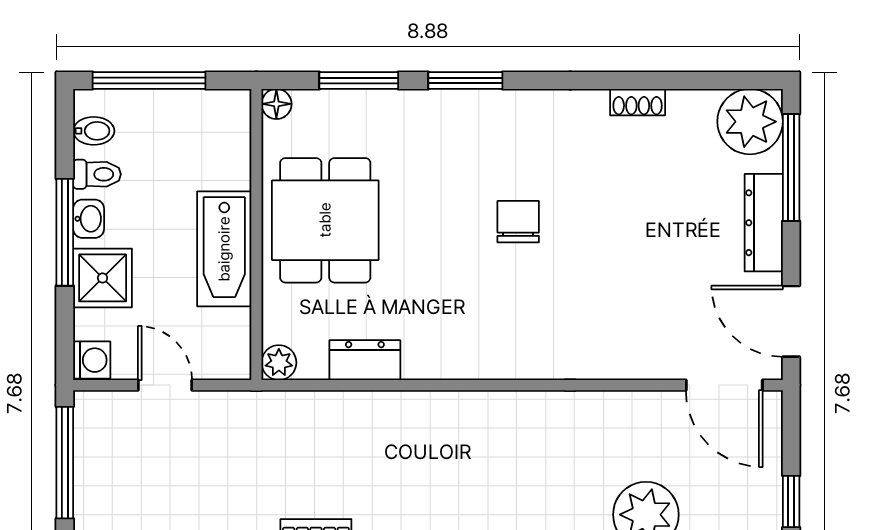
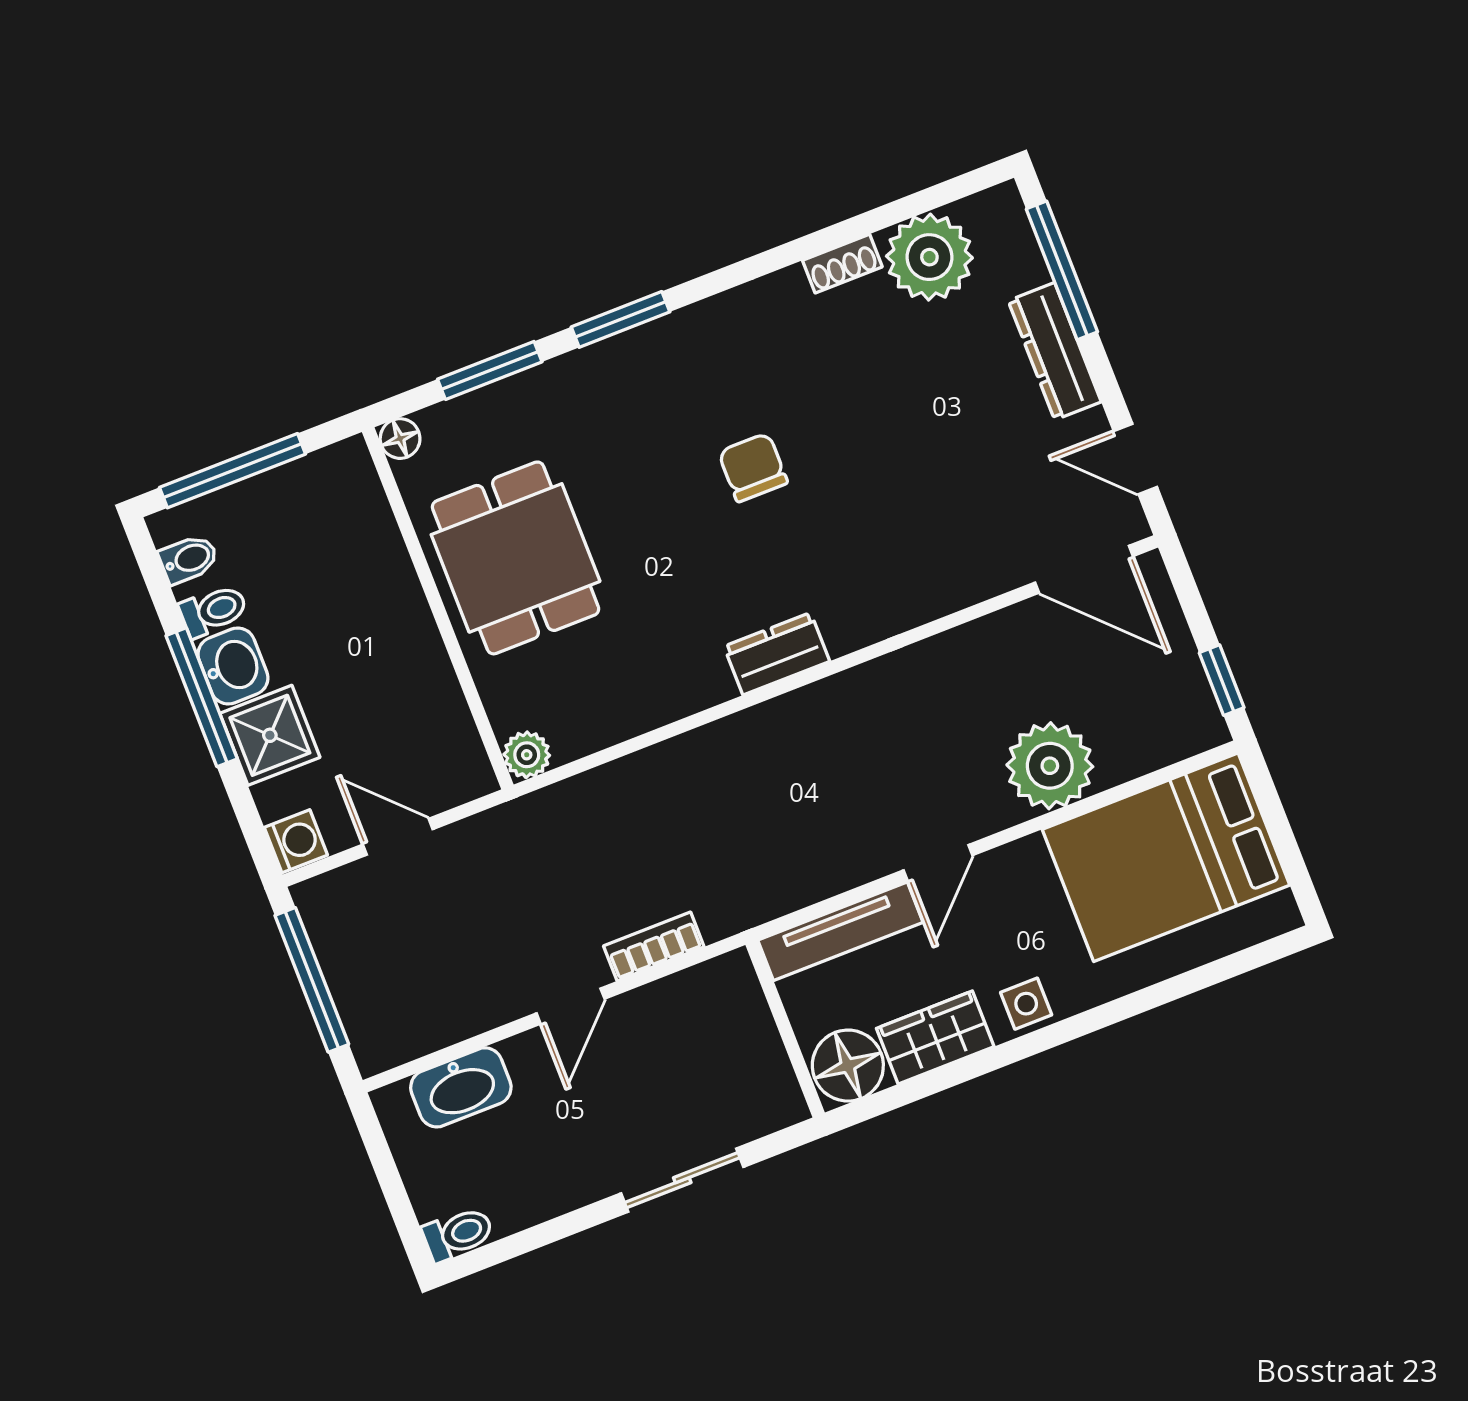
plant: (750, 122) -> (929, 257), moved
washbasin: (89, 219) -> (233, 666), width x1.38, depth x1.45
bathtub: (224, 249) -> (405, 641), removed
door: (791, 321) -> (1135, 459), width x0.73
dresser: (365, 360) -> (777, 654), moved

